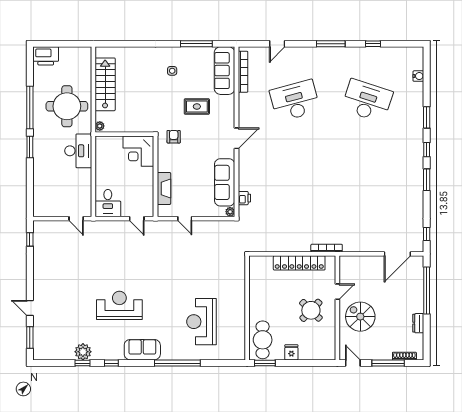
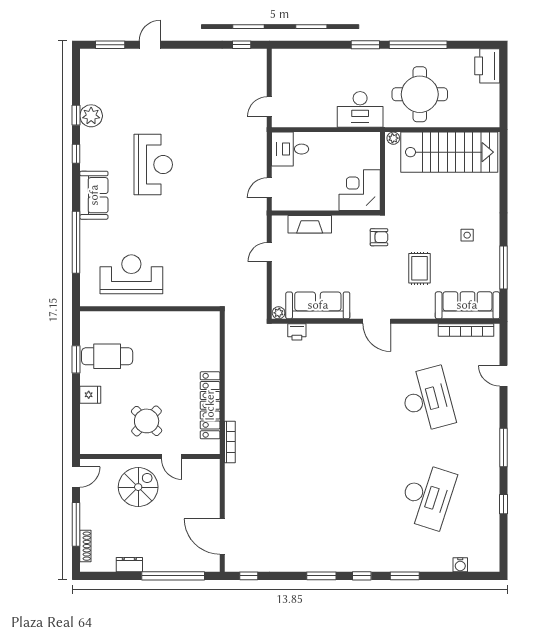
stairs: (105, 84) -> (449, 152), width x1.36, depth x1.51
wall: (247, 308) -> (150, 309), moved

